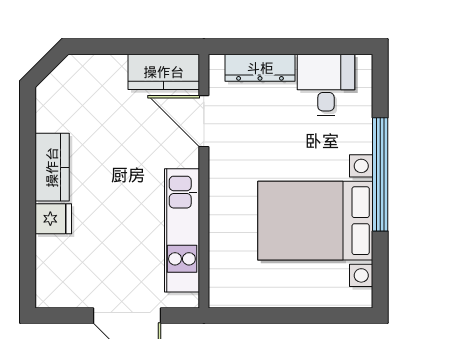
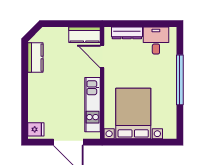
kitchen counter: (52, 167) -> (35, 58), moved
fridge: (53, 219) -> (36, 129), moved
bed with nightstands: (315, 221) -> (133, 114), moved, turned 90

